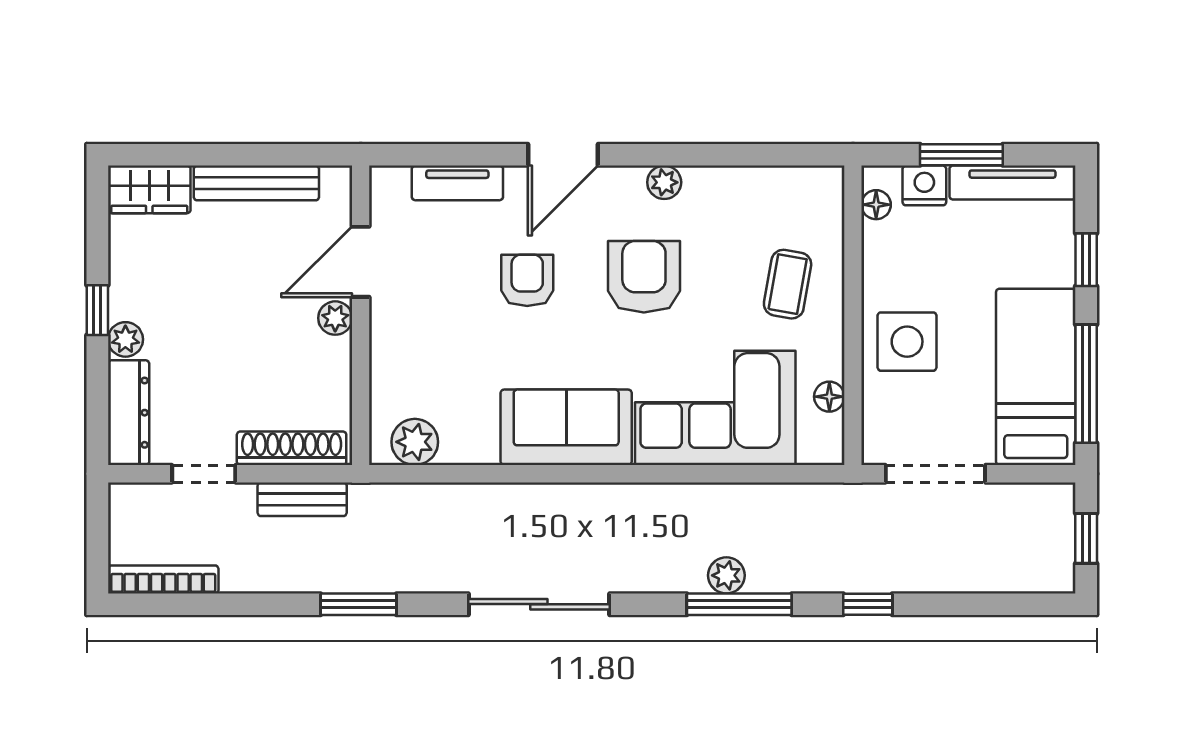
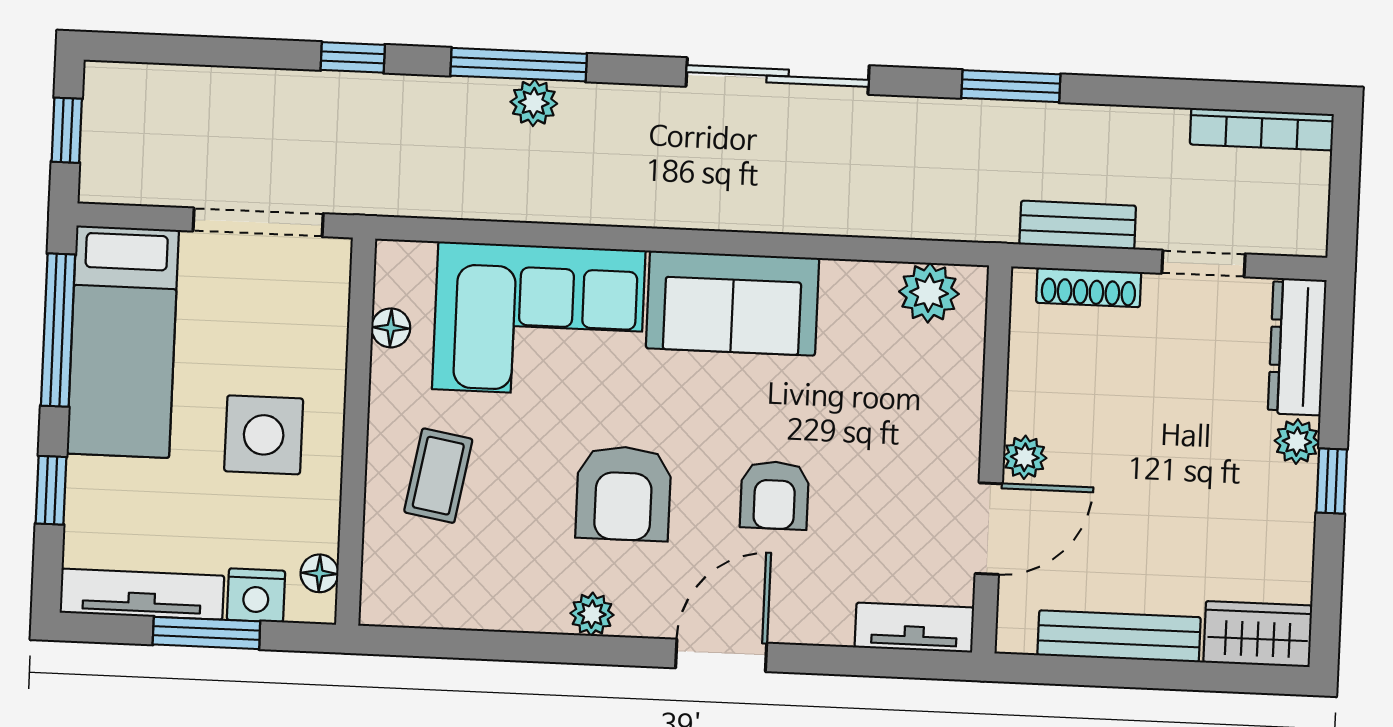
tv unit: (457, 183) -> (914, 627), moved
side table: (907, 342) -> (264, 435), moved
shoe rack: (292, 448) -> (1089, 287), width x0.74, depth x0.81

